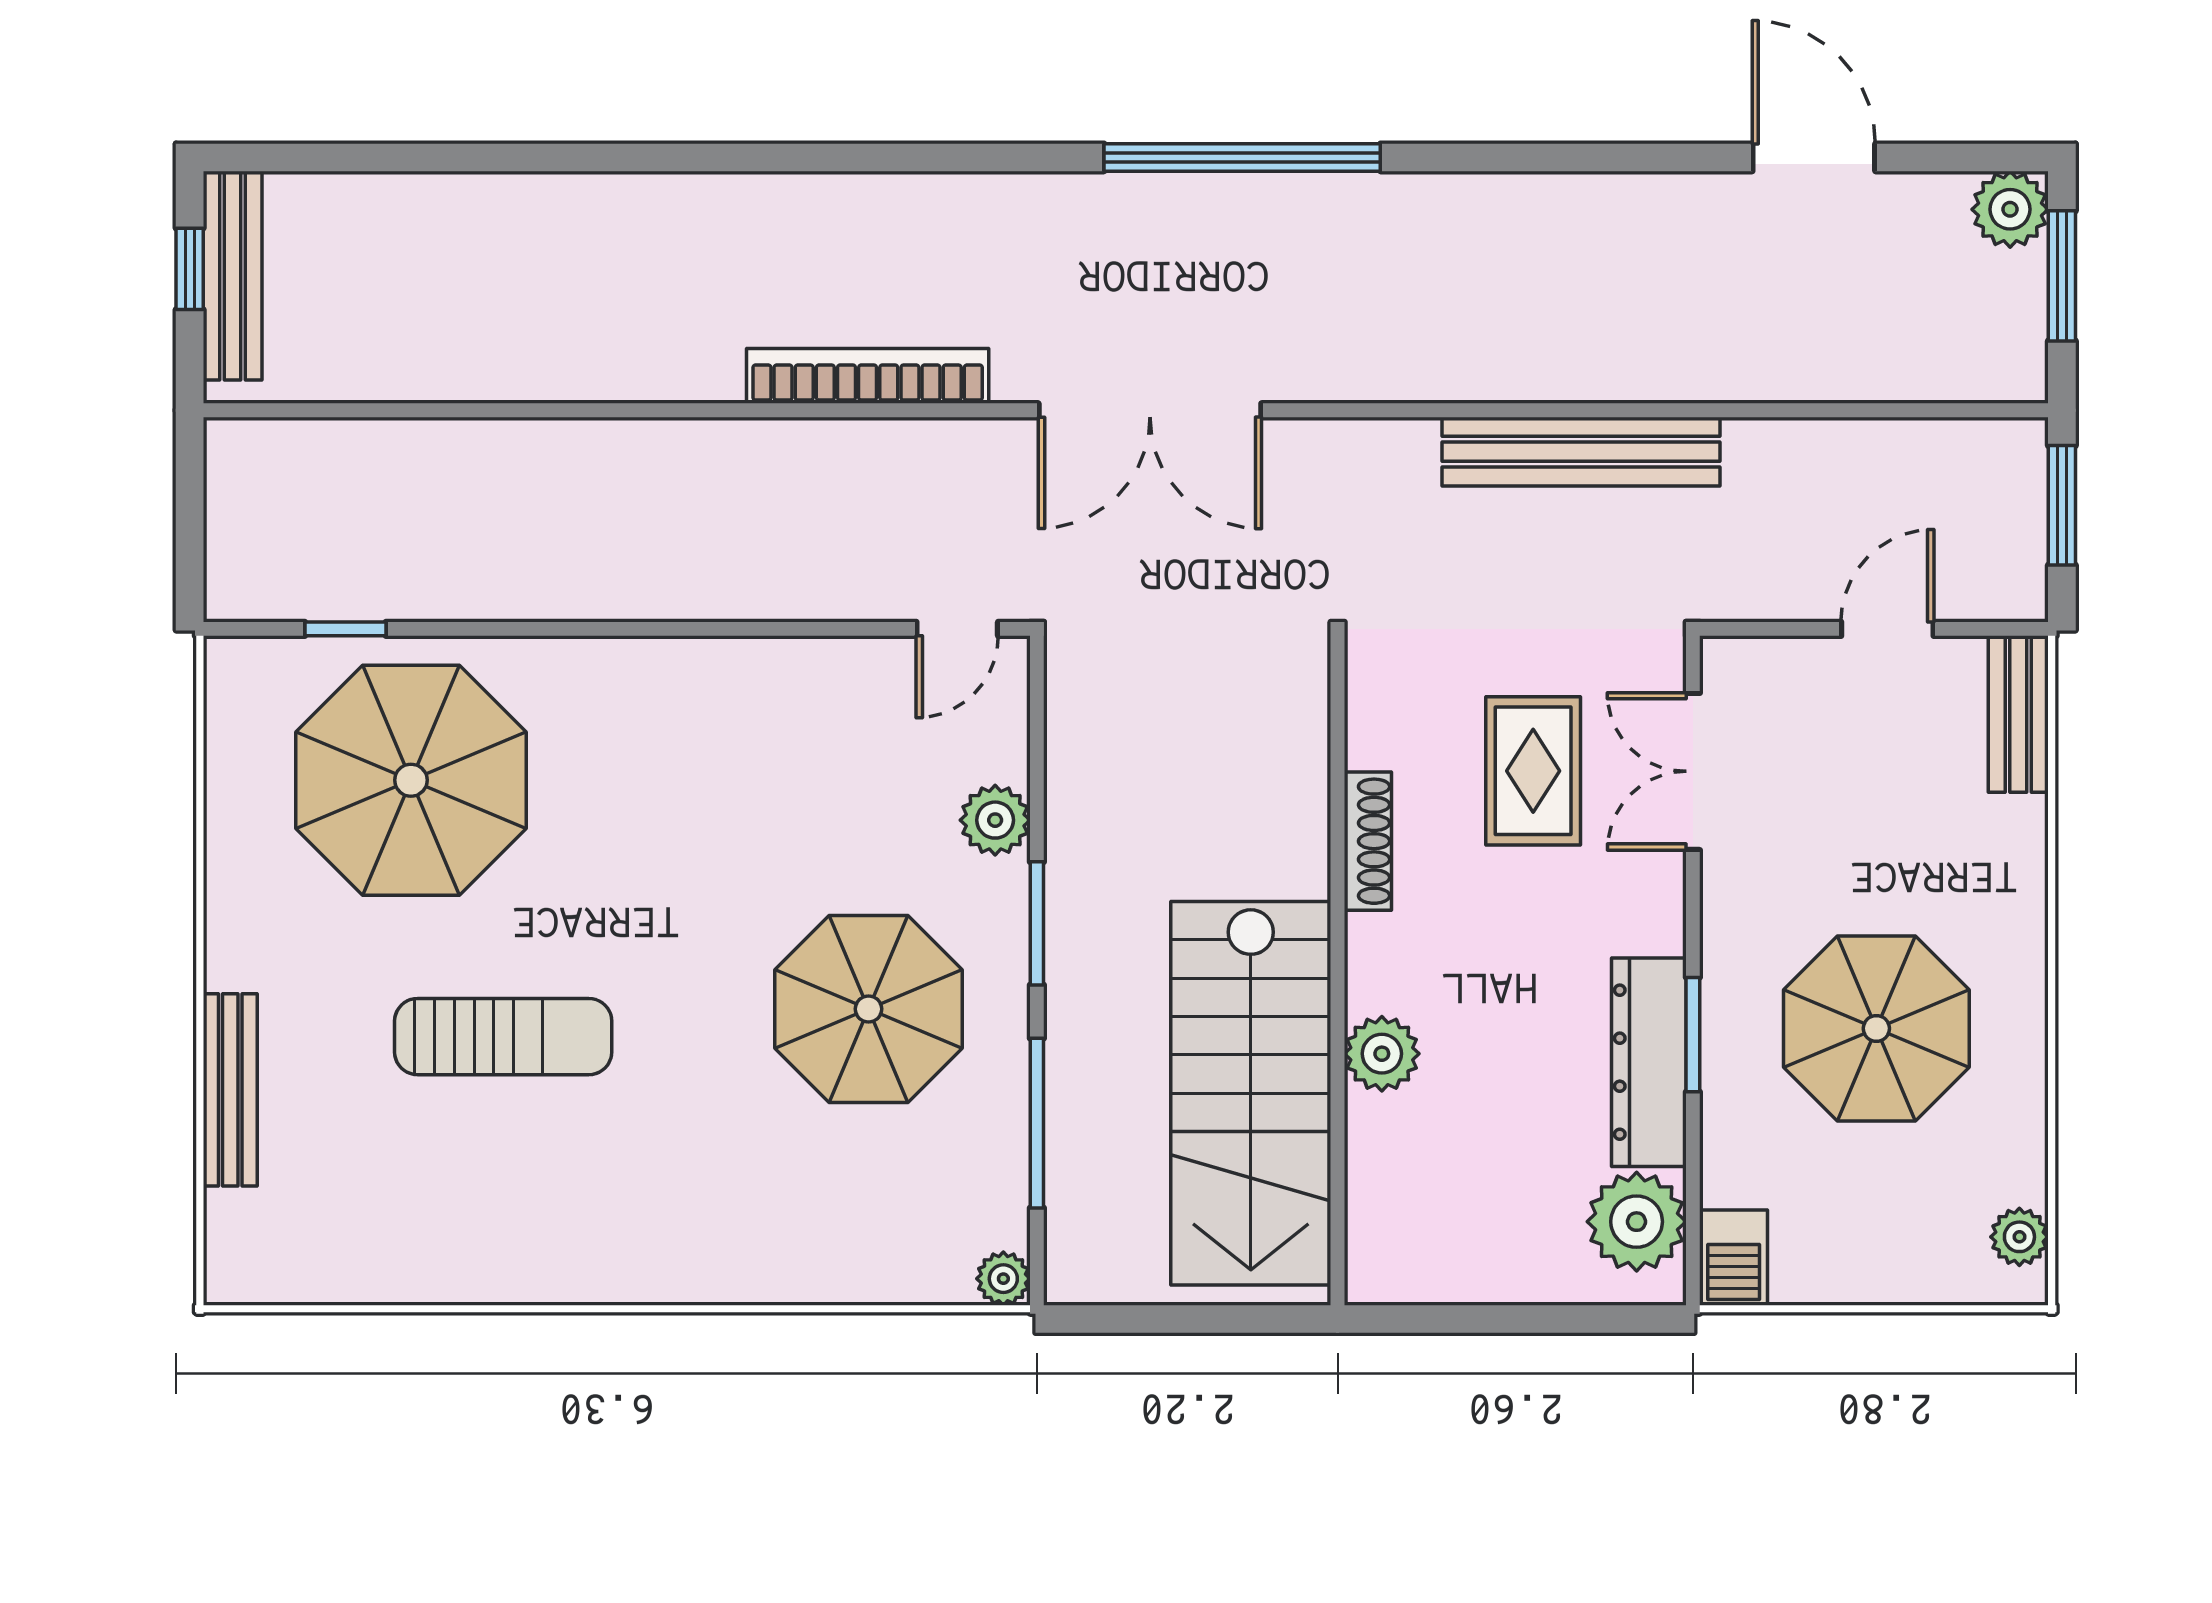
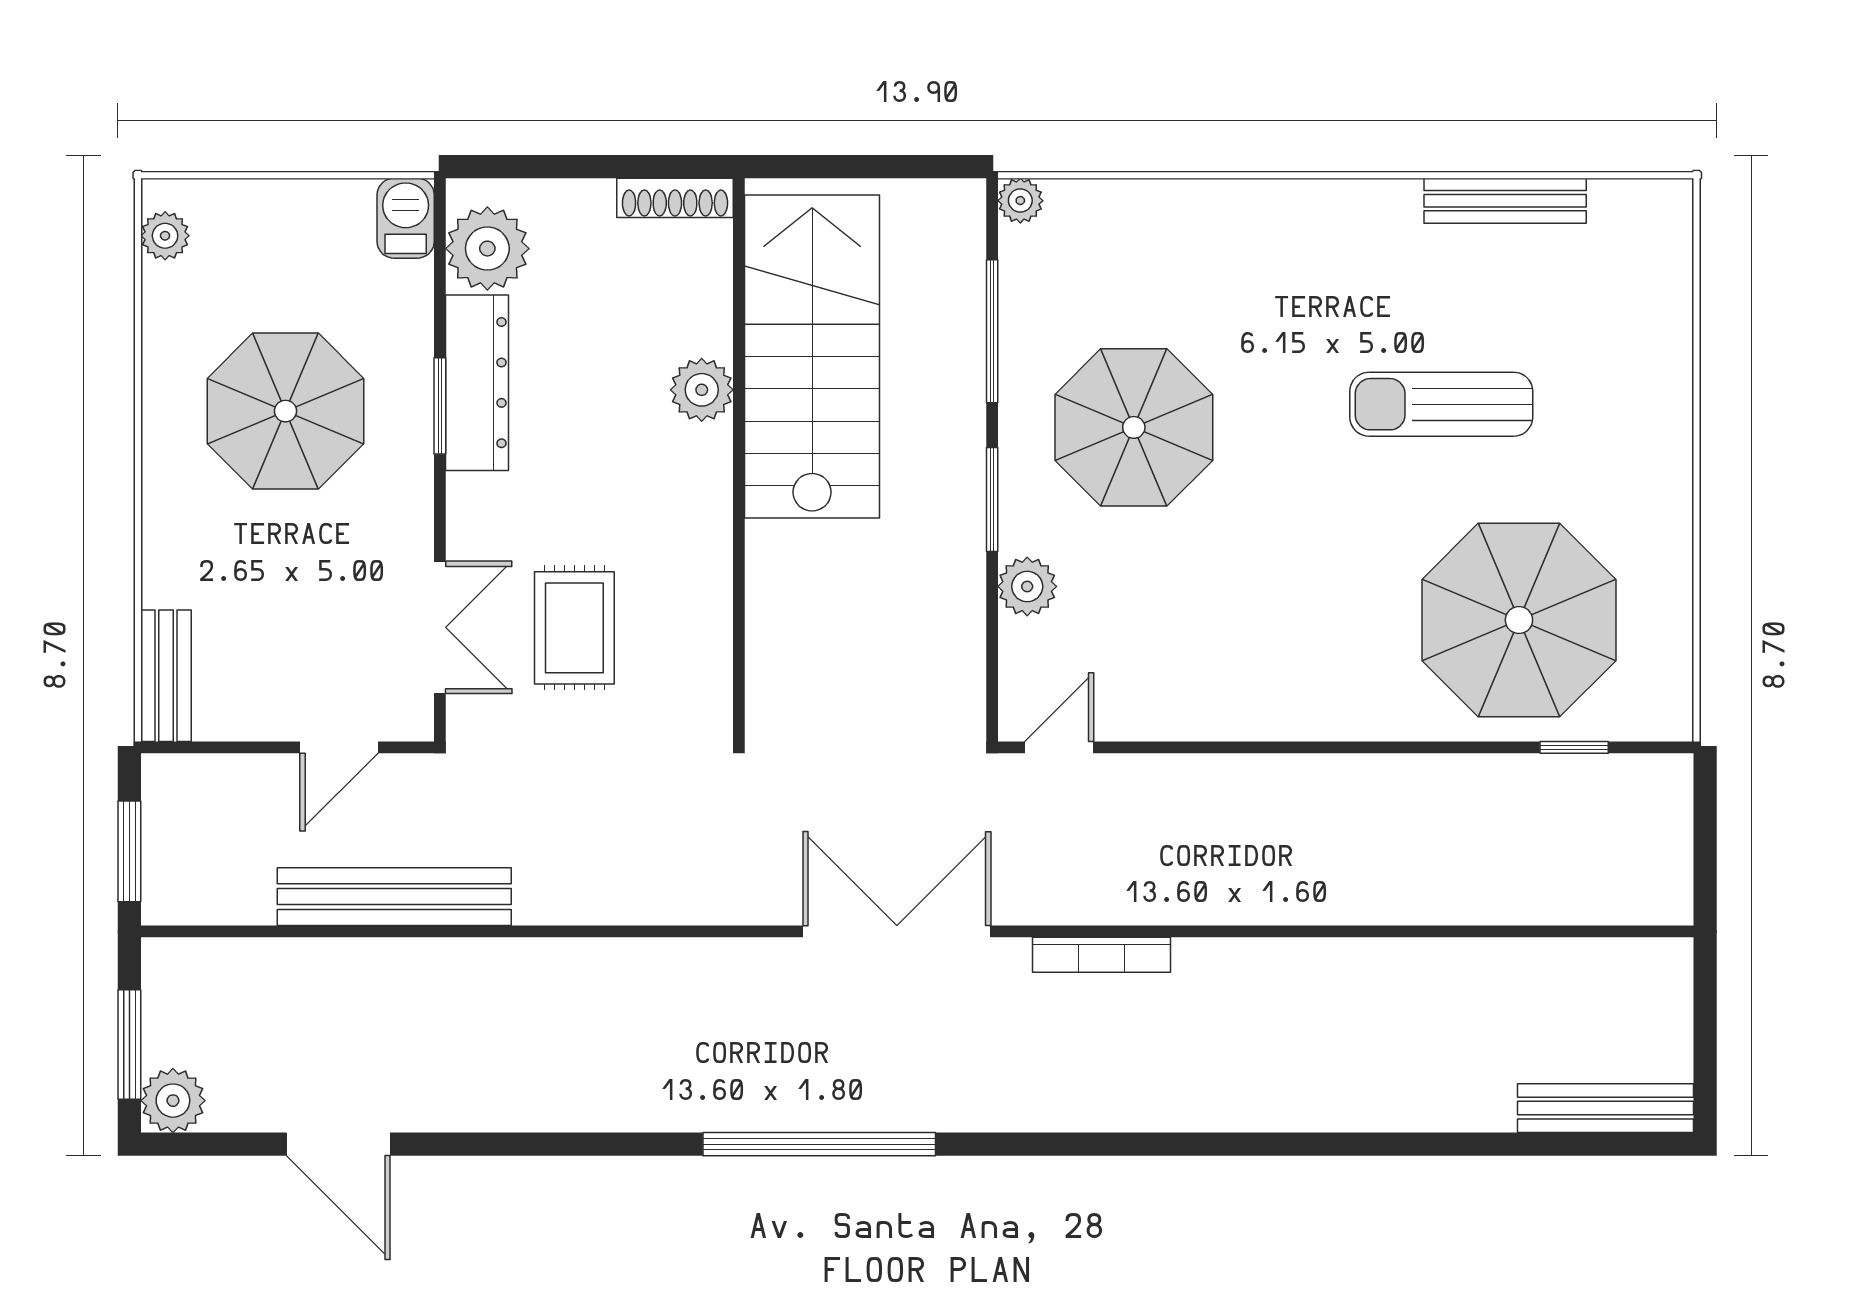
window: (190, 269) -> (1705, 1050), removed
bench: (233, 276) -> (1606, 1108), moved, turned 90
bookcase: (868, 376) -> (1101, 955), width x0.68, depth x0.76
bench: (1581, 452) -> (394, 897), moved
door: (1887, 629) -> (339, 747), moved
shoe rack: (1368, 841) -> (675, 198), moved, turned -90
bench: (230, 1090) -> (1505, 201), moved, turned 90

